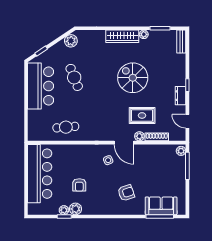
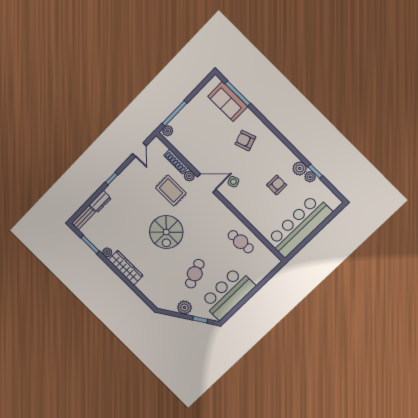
plant: (71, 41) -> (184, 307), moved
spiral stairs: (133, 78) -> (166, 232), moved
dresser: (181, 96) -> (100, 201), moved
door: (124, 143) -> (207, 183), hinge flipped

